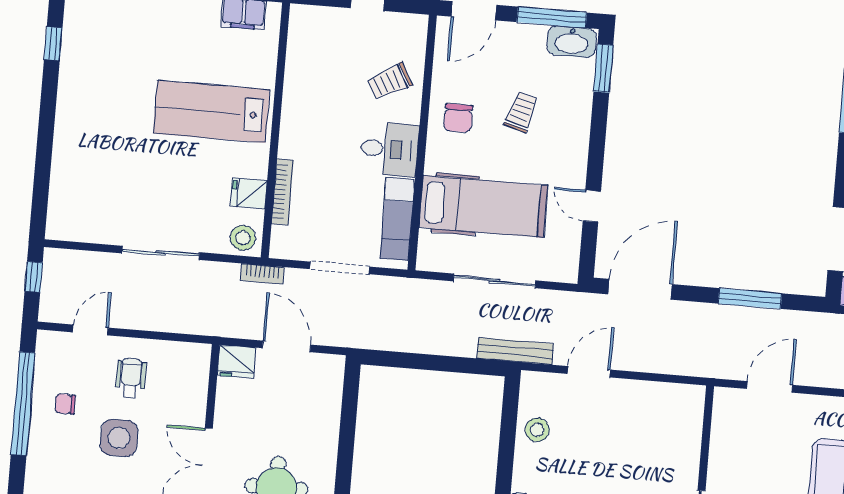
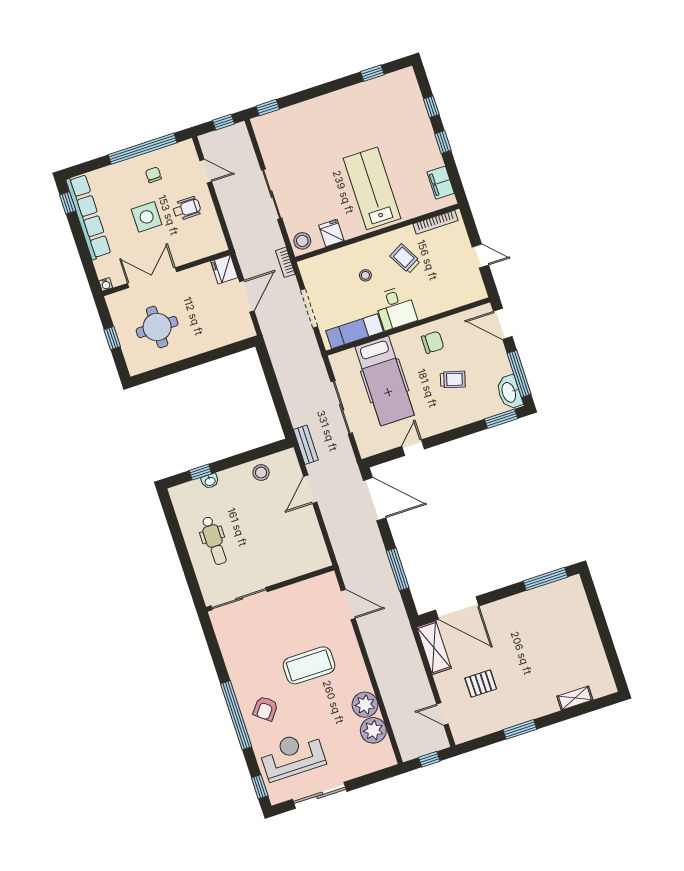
trolley: (389, 81) -> (405, 259), moved
chair: (458, 118) -> (433, 342), turned 180
stool: (327, 171) -> (365, 275), added
bookcase: (282, 192) -> (436, 222), moved
window: (39, 207) -> (268, 108), added
bench: (515, 351) -> (306, 445), width x0.73
door: (589, 372) -> (310, 489), swing flipped

